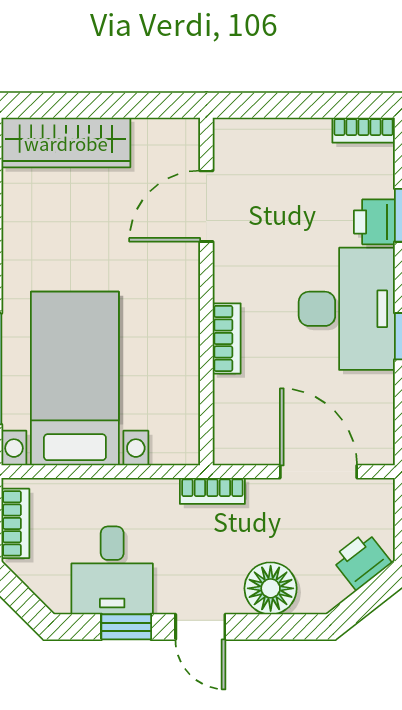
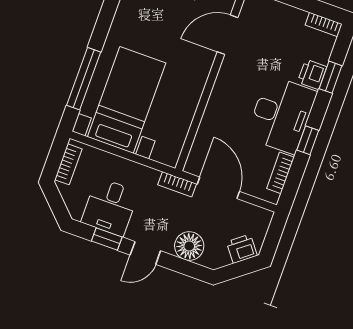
bookcase: (227, 338) -> (280, 173), moved, turned 180
door: (319, 472) -> (218, 188), moved
door: (200, 627) -> (145, 253), hinge flipped

